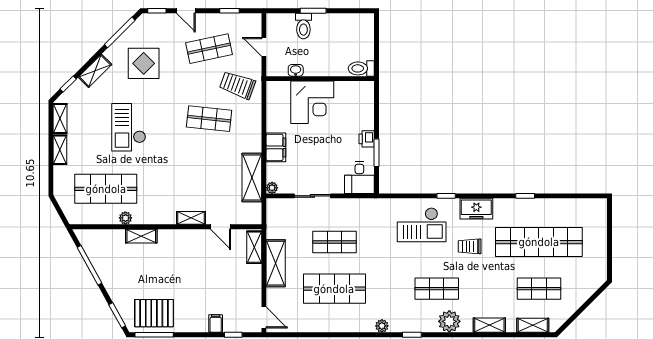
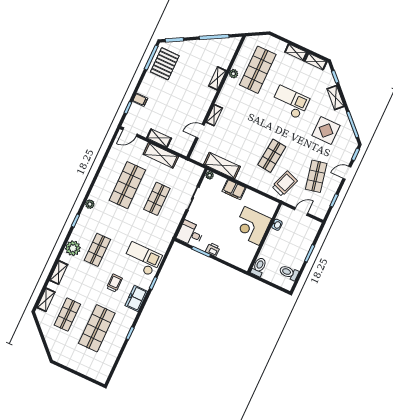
toilet: (303, 26) -> (289, 273), moved
checkout: (422, 225) -> (142, 259), turned 90
shop shelf: (539, 242) -> (97, 328), width x0.71
shelving: (254, 247) -> (159, 138), moved

